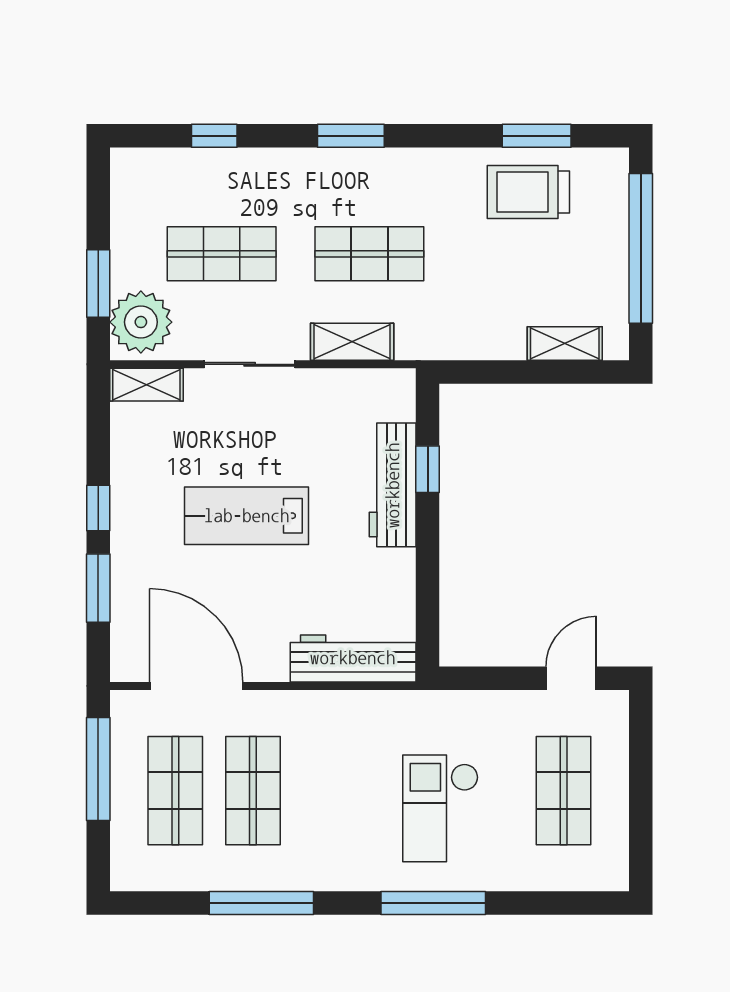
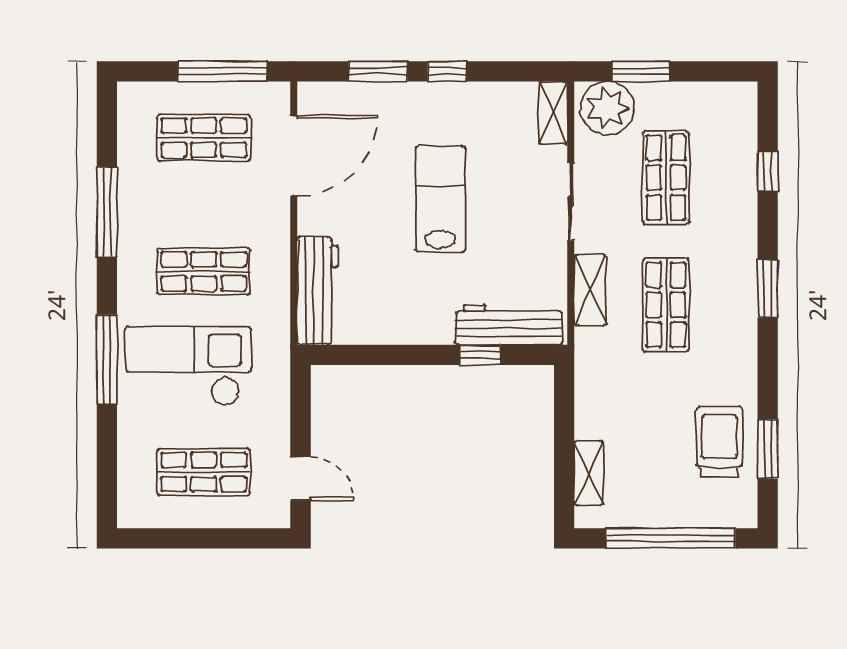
workbench: (393, 485) -> (509, 325), moved
shop shelf: (253, 791) -> (204, 271), moved
checkout: (440, 808) -> (188, 366), width x1.36, depth x1.21

